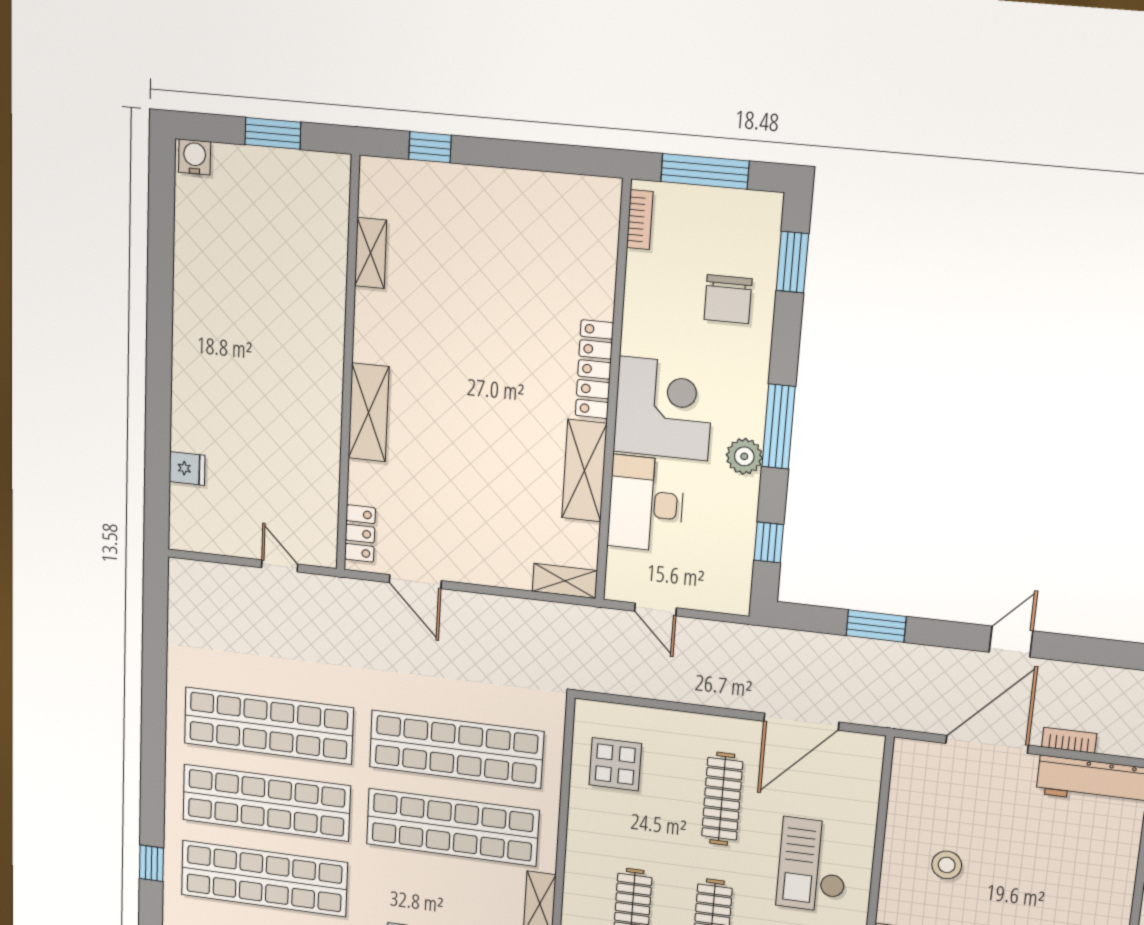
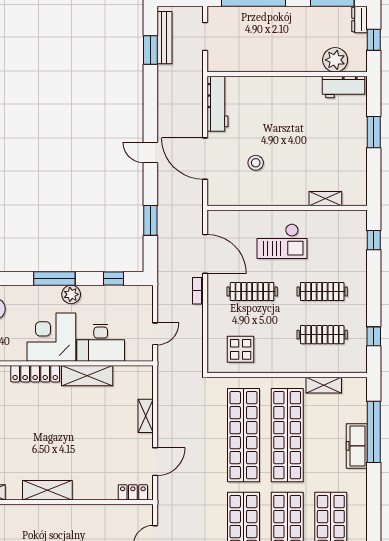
shelving: (369, 412) -> (47, 490), moved
shelving: (565, 581) -> (146, 416), moved
bookcase: (1069, 740) -> (198, 291), moved
stool: (947, 865) -> (256, 163), moved

